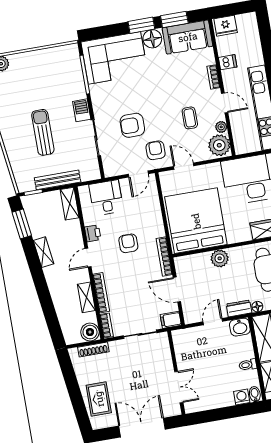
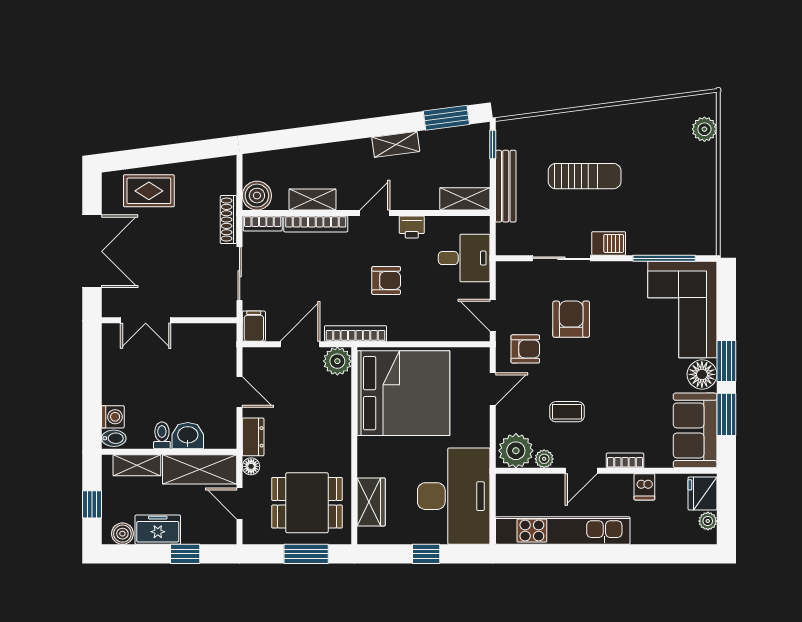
plant: (242, 20) -> (708, 521), added
door: (88, 258) -> (375, 213), hinge flipped
plant: (220, 258) -> (337, 361), moved
washbasin: (240, 327) -> (188, 436), moved, turned 90
shoe rack: (93, 349) -> (229, 220), moved

